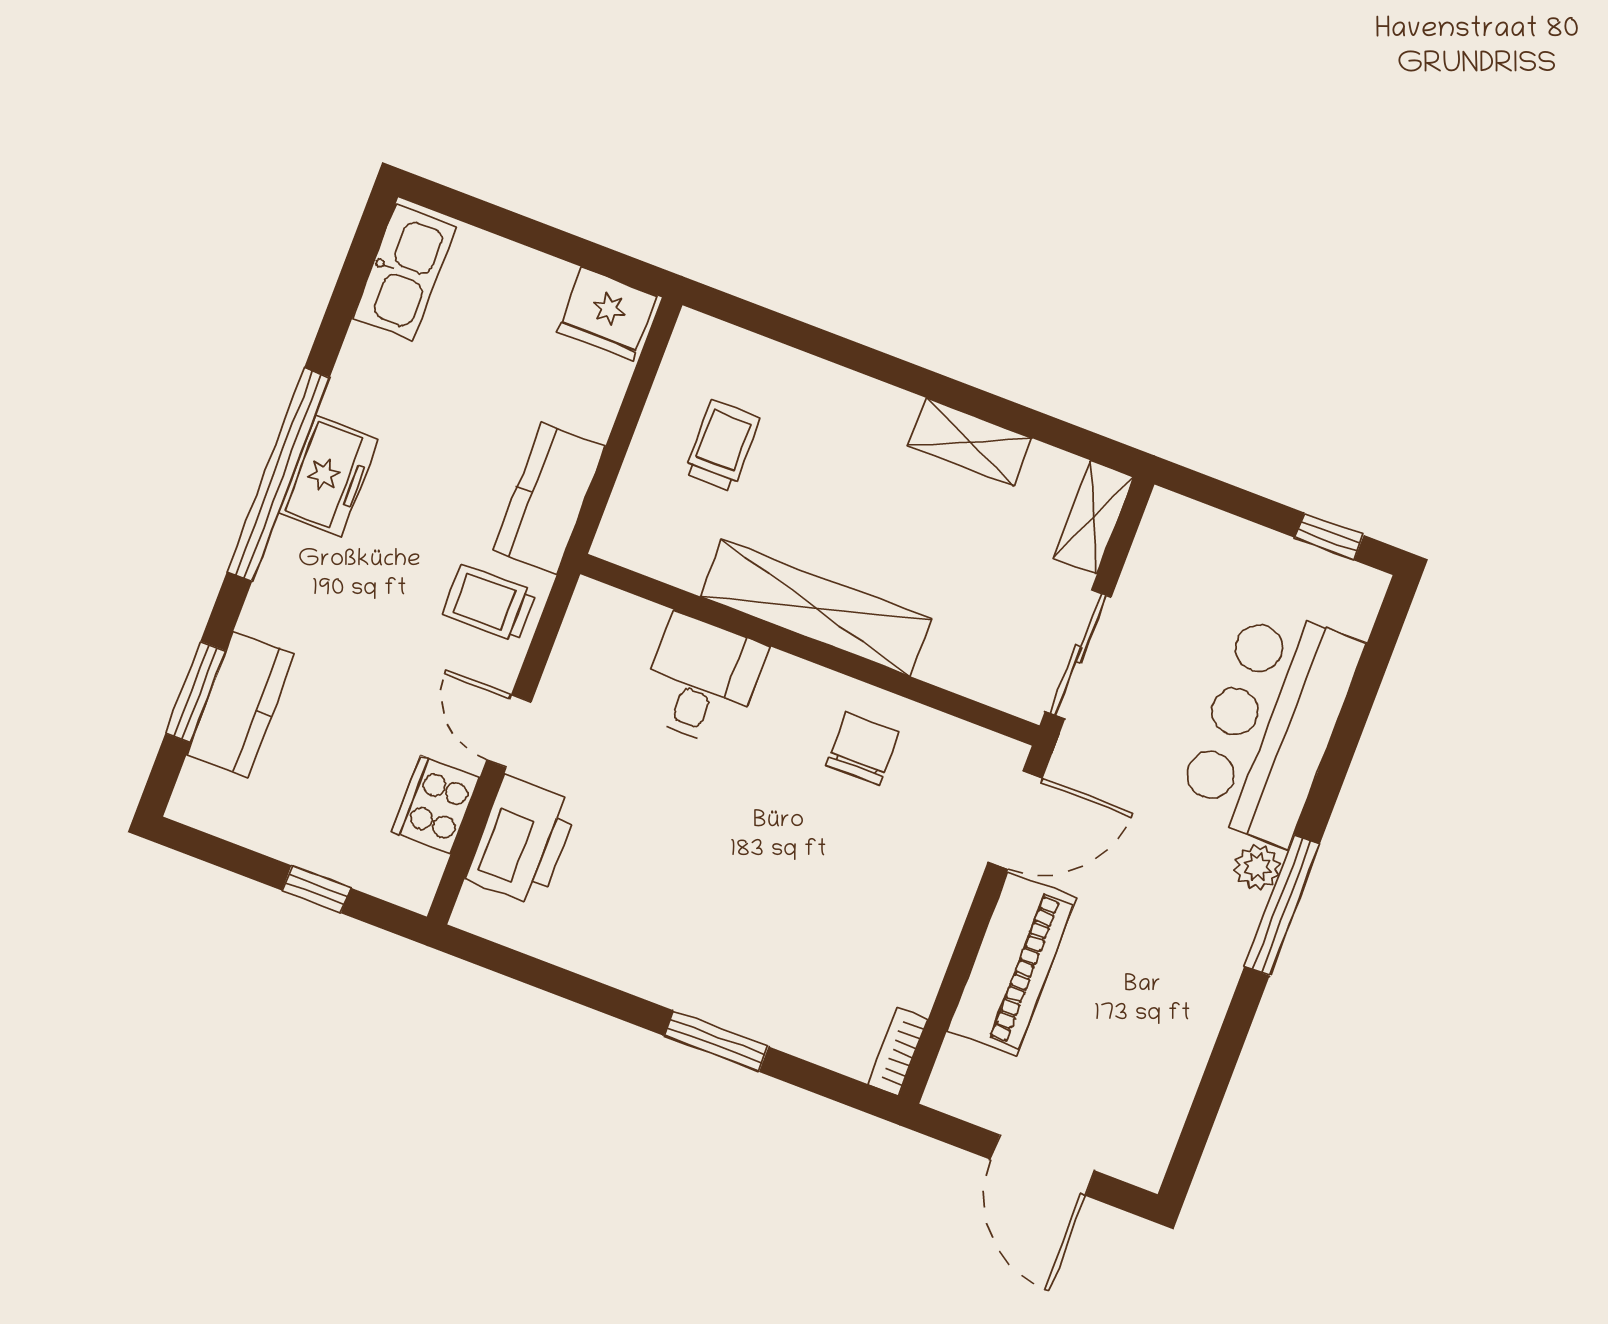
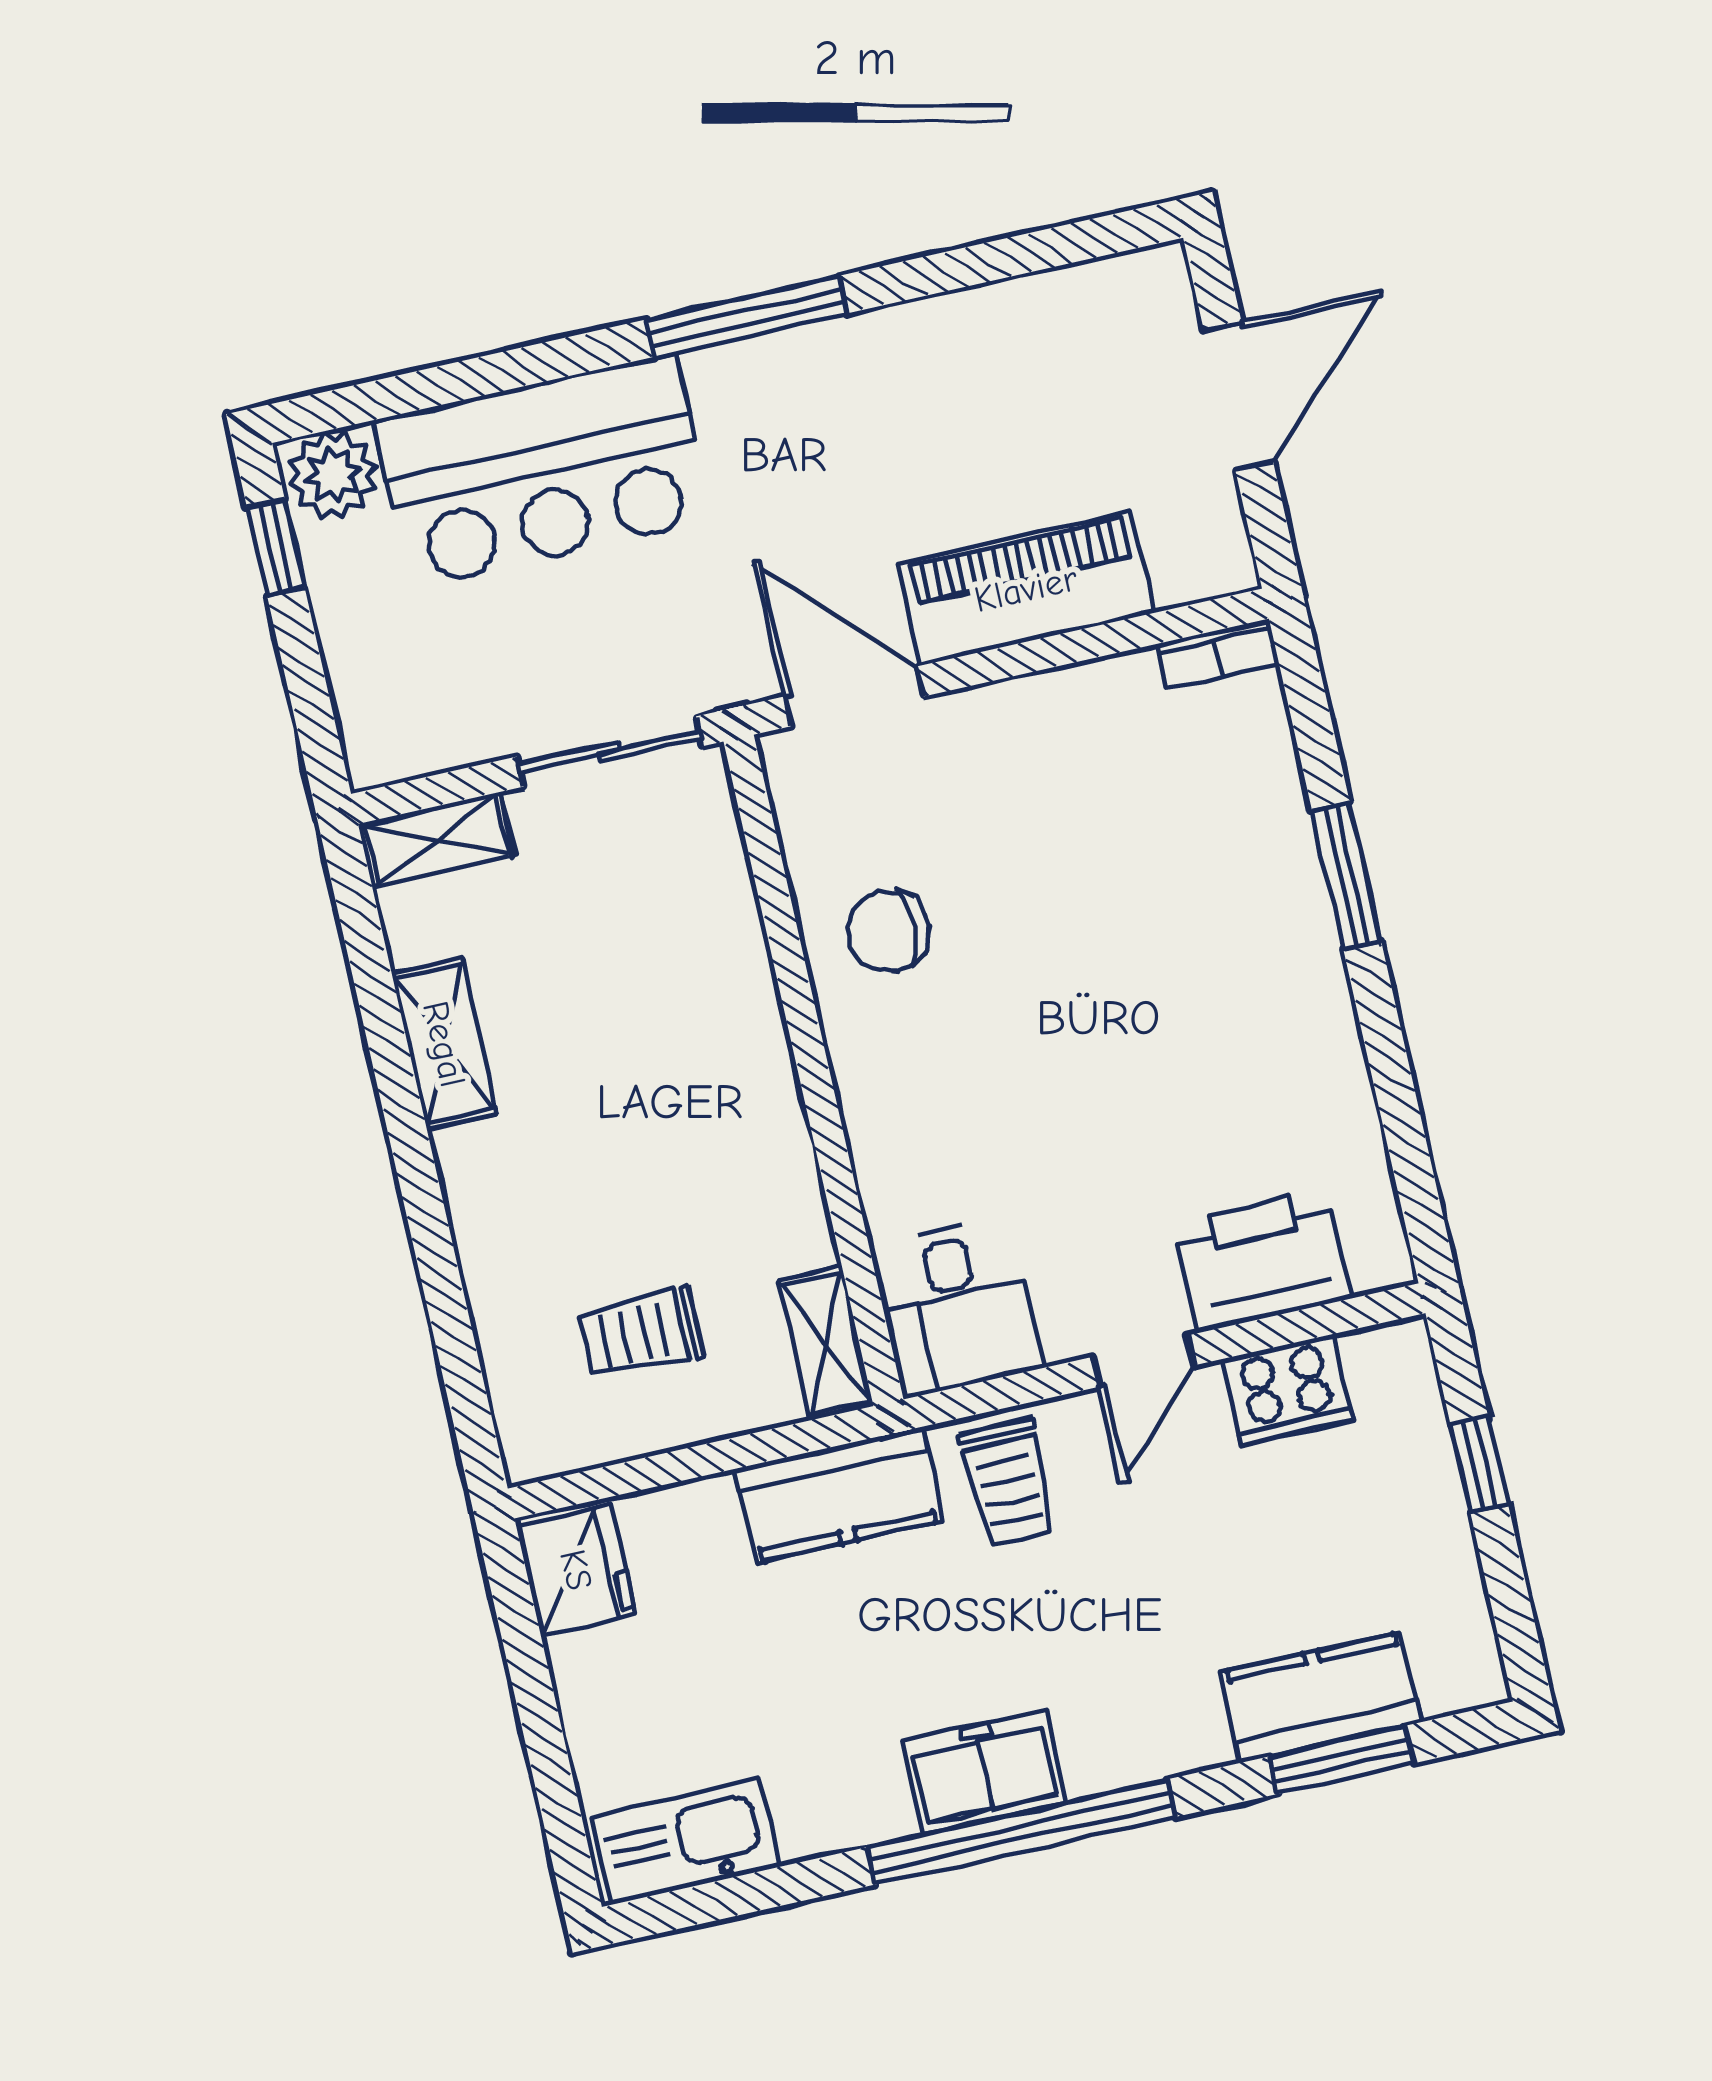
shelving: (816, 608) -> (826, 1343), moved, width x0.45, depth x0.75
desk: (702, 680) -> (957, 1307), moved, turned -90
plant: (1257, 867) -> (333, 475), moved, width x1.38, depth x1.38

